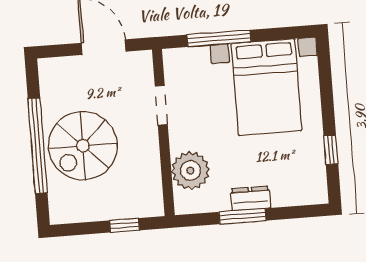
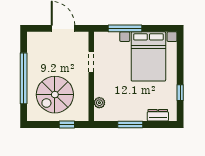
spiral stairs: (83, 146) -> (55, 95), moved
plant: (190, 171) -> (99, 103), width x0.53, depth x0.53
dresser: (250, 198) -> (158, 115), moved

